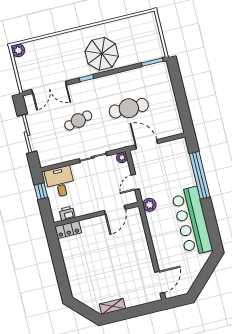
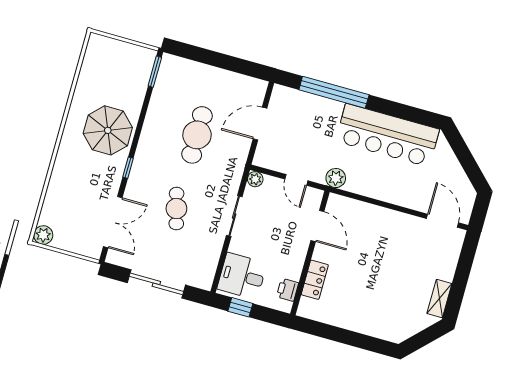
door: (146, 144) -> (260, 124), moved
locker: (68, 230) -> (315, 280), moved

